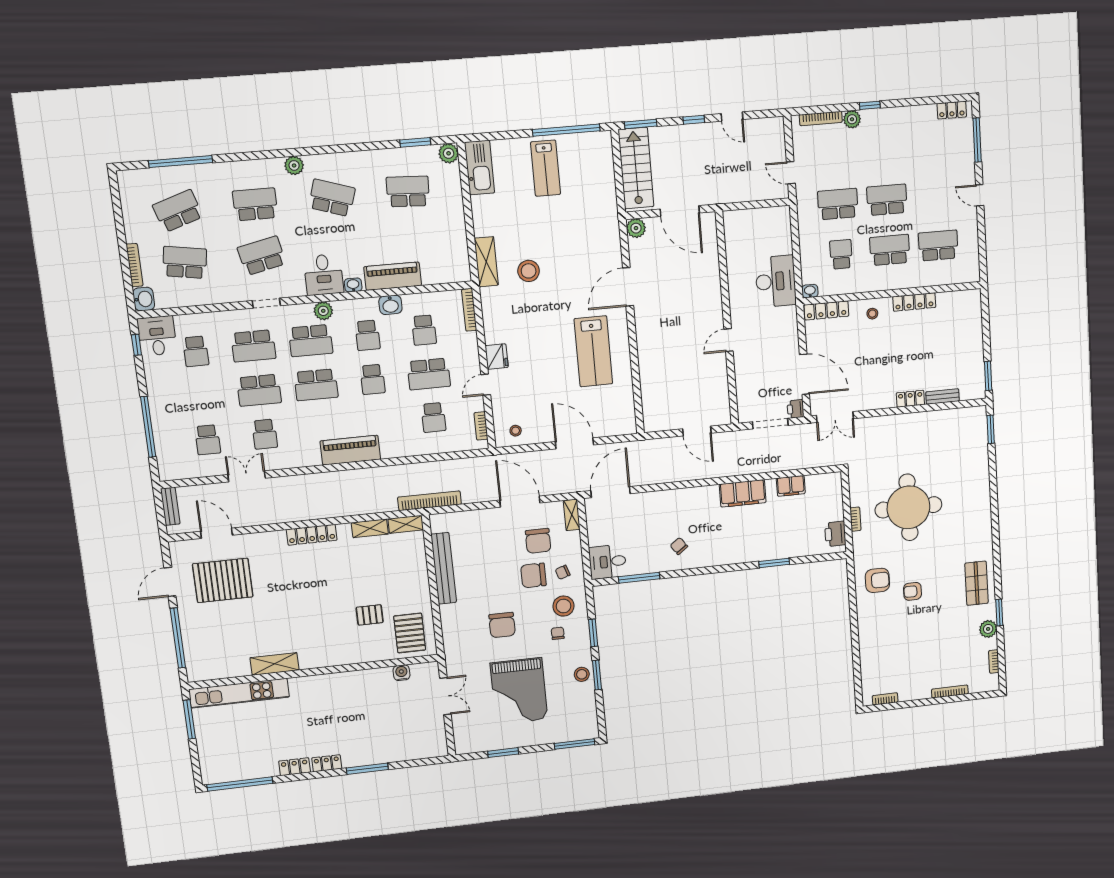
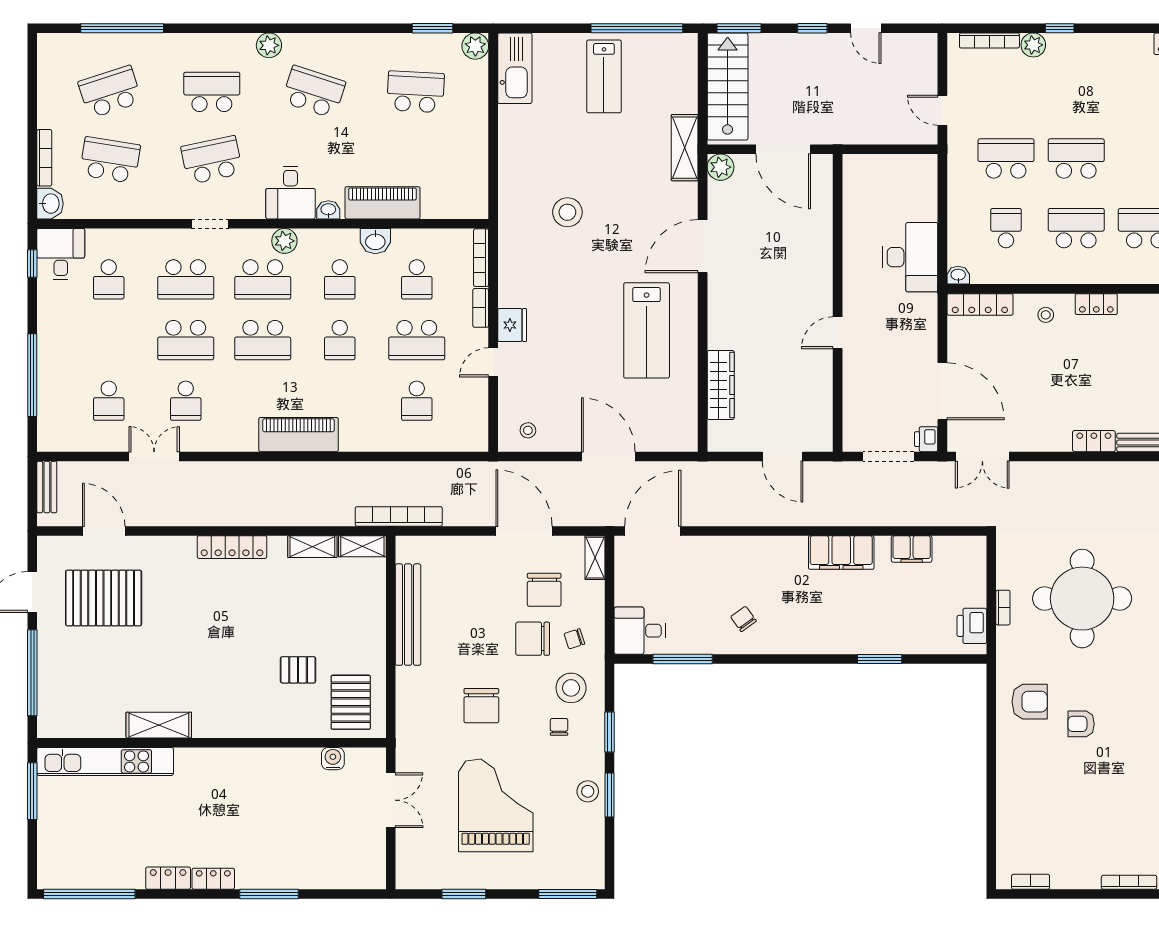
shelving: (486, 262) -> (685, 148), moved
locker: (914, 302) -> (1096, 304), width x0.66
wardrobe: (649, 385) -> (721, 385), added
bookcase: (481, 426) -> (481, 308), moved
grand piano: (519, 691) -> (496, 805), turned 180

